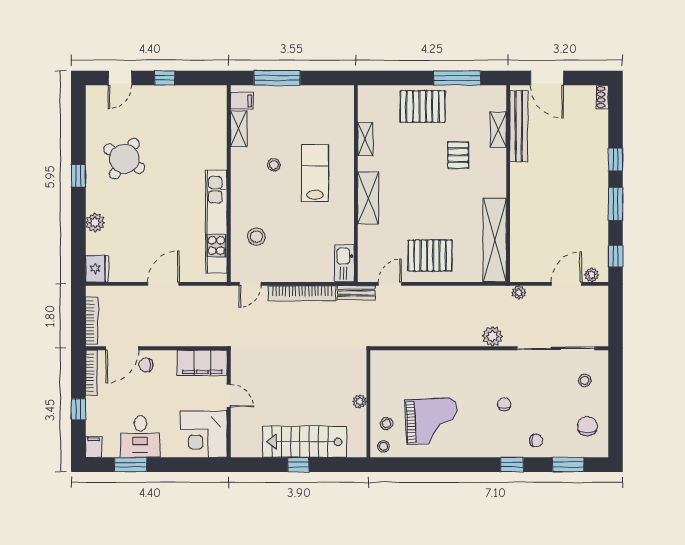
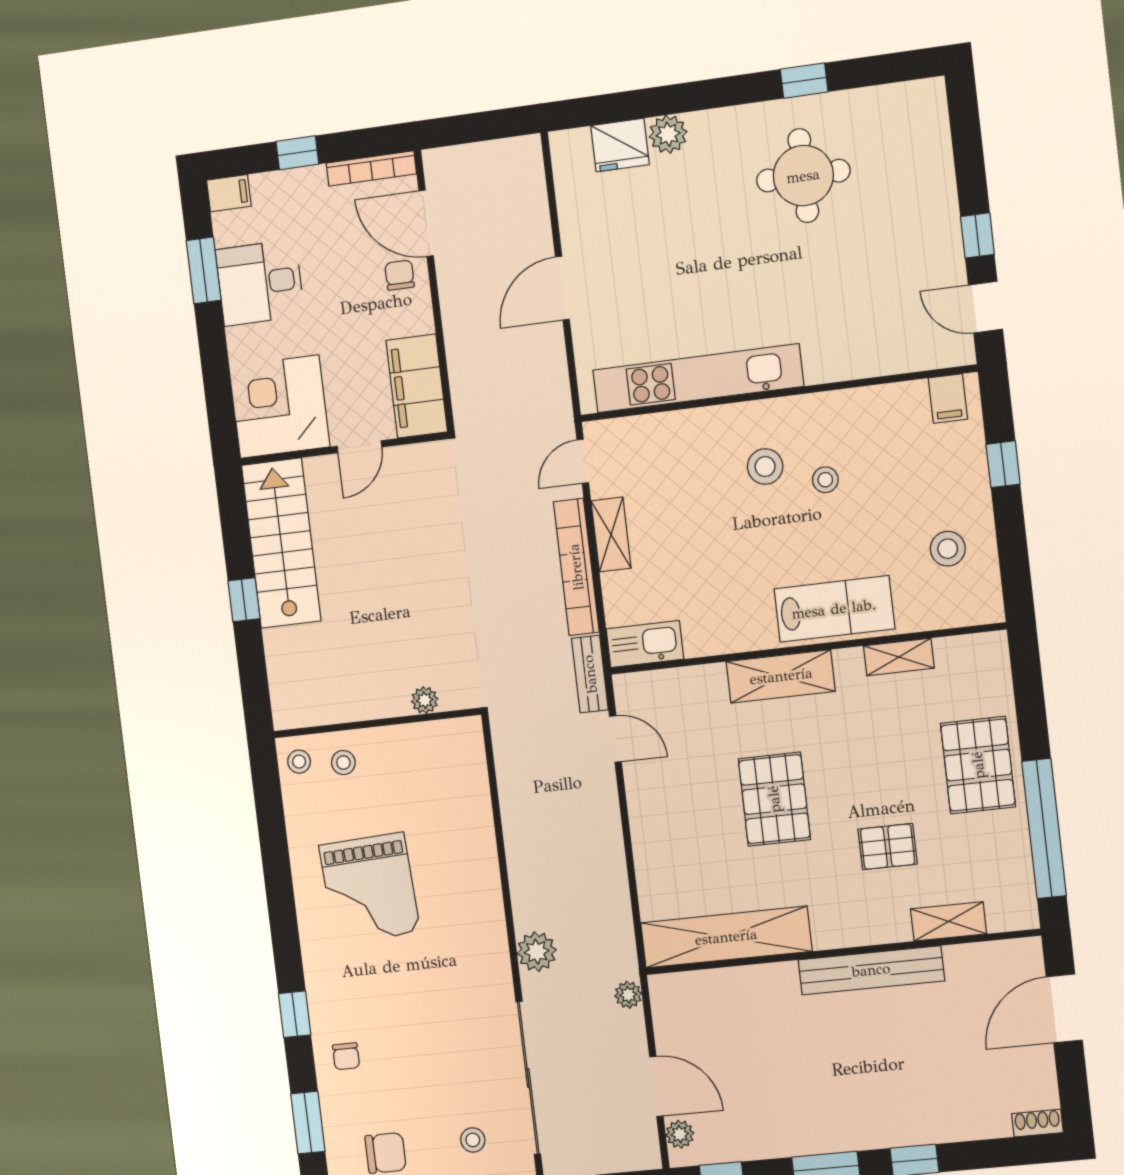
door: (120, 78) -> (985, 307), moved
window: (277, 78) -> (1003, 464), width x0.46
window: (457, 78) -> (1044, 829), width x1.46
stool: (315, 109) -> (948, 549), added
bench: (519, 126) -> (871, 970), moved
shelving: (239, 129) -> (611, 534), moved, turned 90
round table: (124, 159) -> (803, 176), turned -32
lab bench: (315, 173) -> (834, 609), moved
window: (78, 176) -> (804, 81), moved
stool: (256, 237) -> (765, 467), moved
pallet: (430, 256) -> (774, 799), moved
fridge: (97, 269) -> (620, 145), moved
door: (163, 284) -> (562, 288), swing flipped
door: (250, 284) -> (583, 461), hinge flipped
bookcase: (92, 321) -> (472, 155), removed
plant: (360, 401) -> (425, 700), moved
chair: (504, 404) -> (408, 988), removed
grand piano: (432, 421) -> (370, 889), moved
stairs: (305, 442) -> (281, 543), moved

